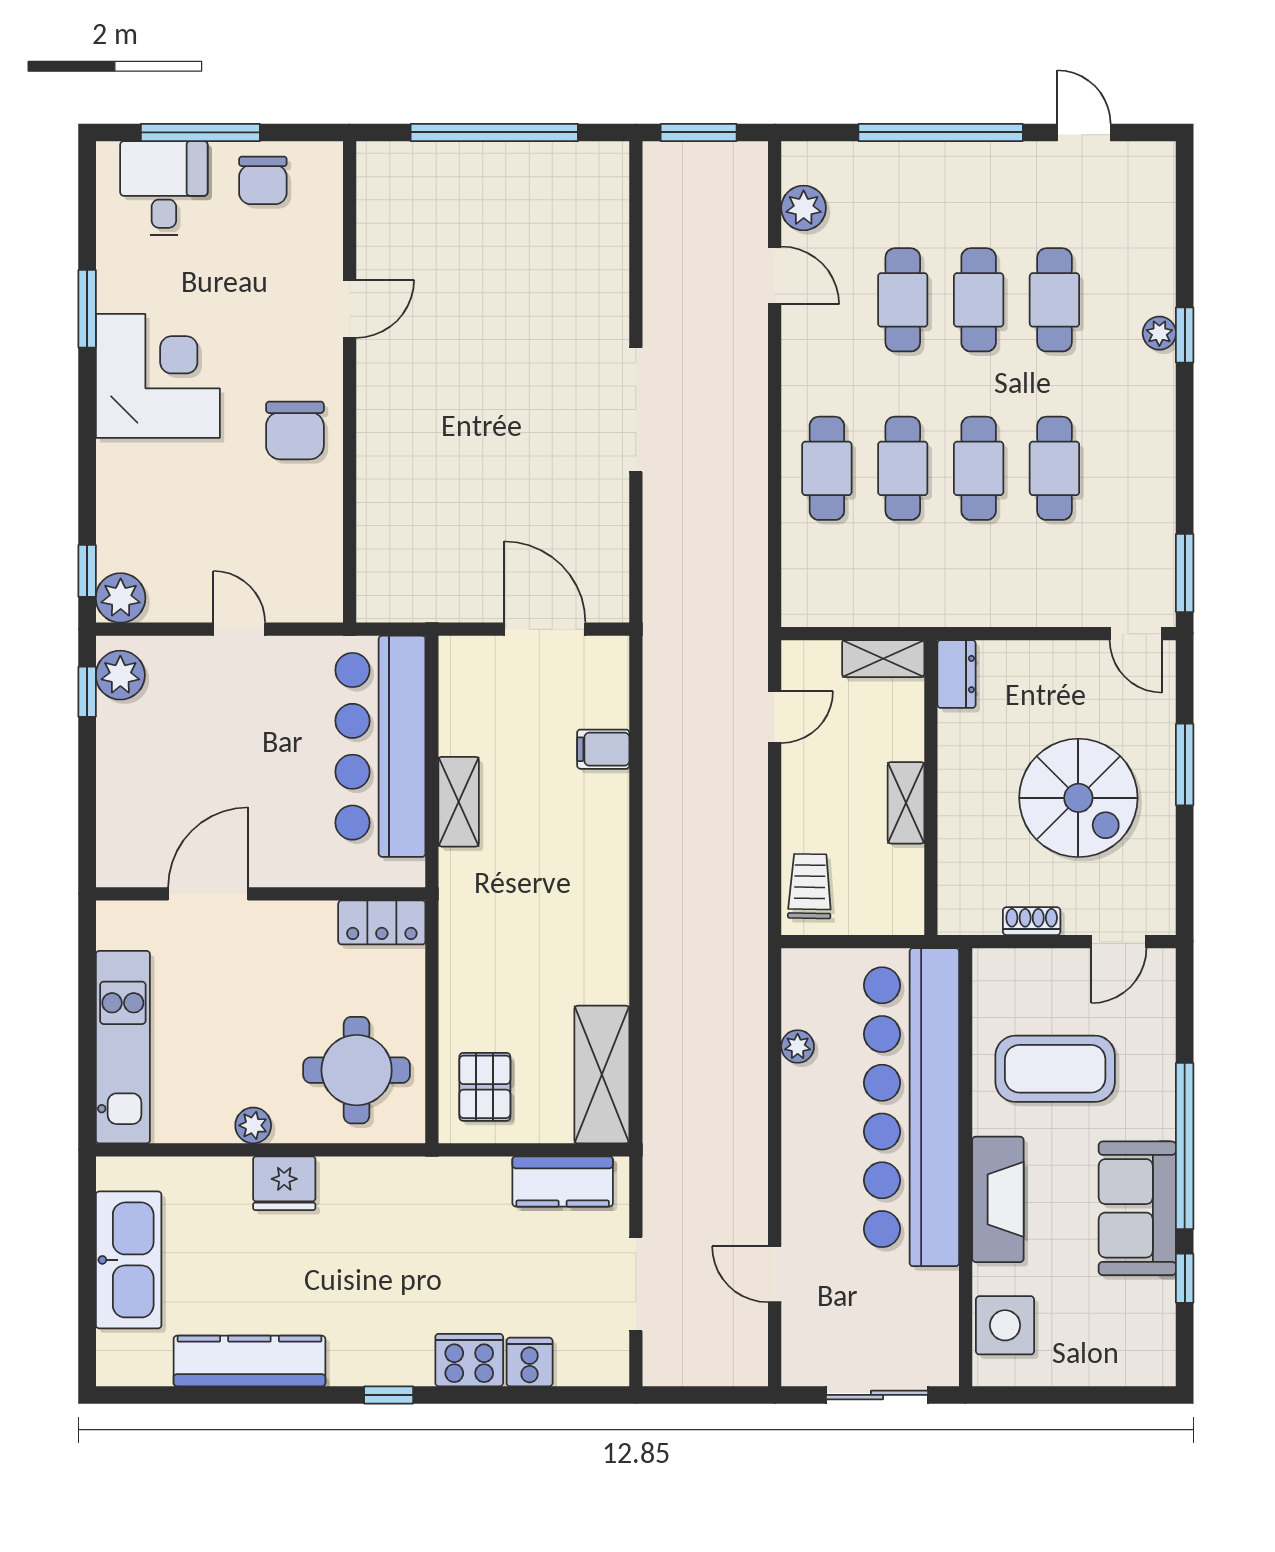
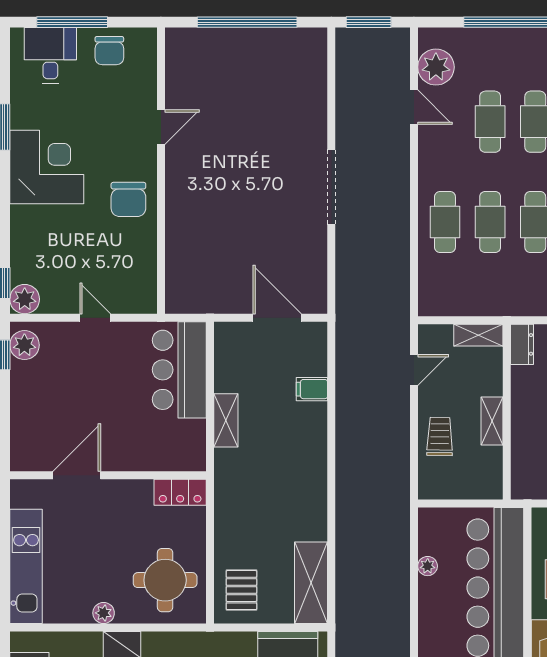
plant: (804, 208) -> (436, 67), width x1.36, depth x1.36
bar counter: (380, 746) -> (179, 370), width x0.73
trolley: (810, 886) -> (440, 436), moved

